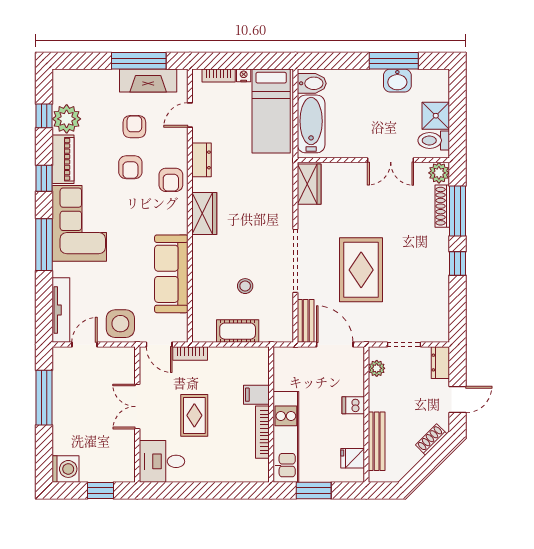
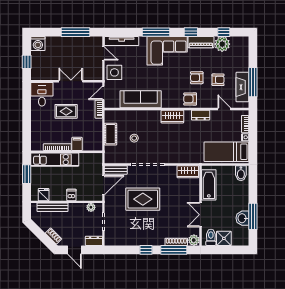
bathtub: (311, 124) -> (209, 185), moved, turned -90

